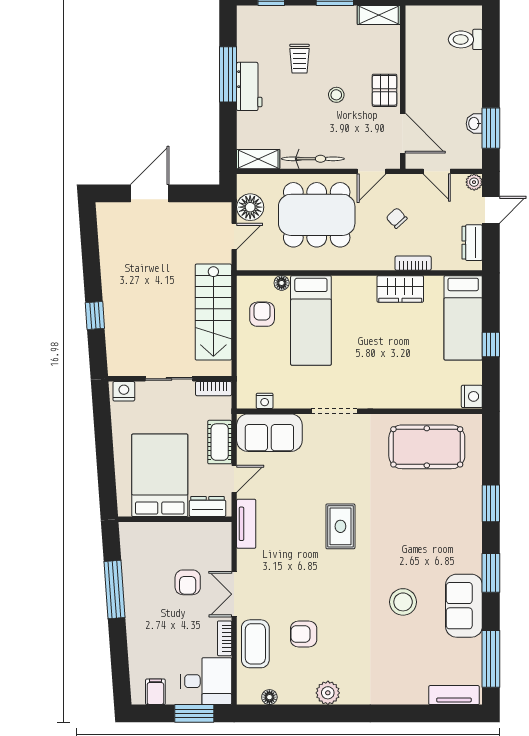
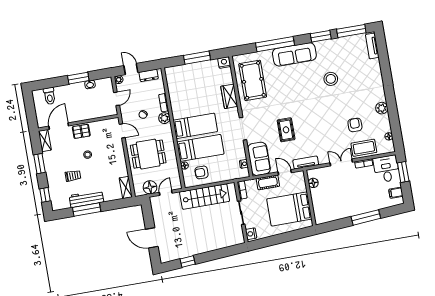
workbench: (249, 86) -> (86, 199), width x1.38
window: (491, 128) -> (78, 78), moved
door: (403, 133) -> (59, 126), moved
bicycle: (313, 159) -> (121, 161), removed
dining table: (317, 215) -> (148, 154), width x0.73
door: (234, 236) -> (166, 193), hinge flipped
plant: (382, 259) -> (164, 118), added
wardrobe: (400, 289) -> (229, 96), moved, turned 180
window: (95, 315) -> (188, 262), moved
bed: (463, 318) -> (195, 126), moved
window: (491, 344) -> (197, 58), width x2.17
window: (491, 503) -> (275, 44), width x2.11
dresser: (208, 507) -> (301, 183), removed
rug: (340, 526) -> (286, 130), moved, turned 90
floor lamp: (203, 532) -> (313, 183), added
window: (491, 573) -> (321, 36), moved
armchair: (188, 582) -> (339, 186), removed
window: (115, 590) -> (366, 217), moved
double door: (234, 594) -> (341, 162), swing flipped
sofa: (464, 606) -> (294, 54), moved, width x1.36
armchair: (304, 634) -> (355, 125), turned 180

